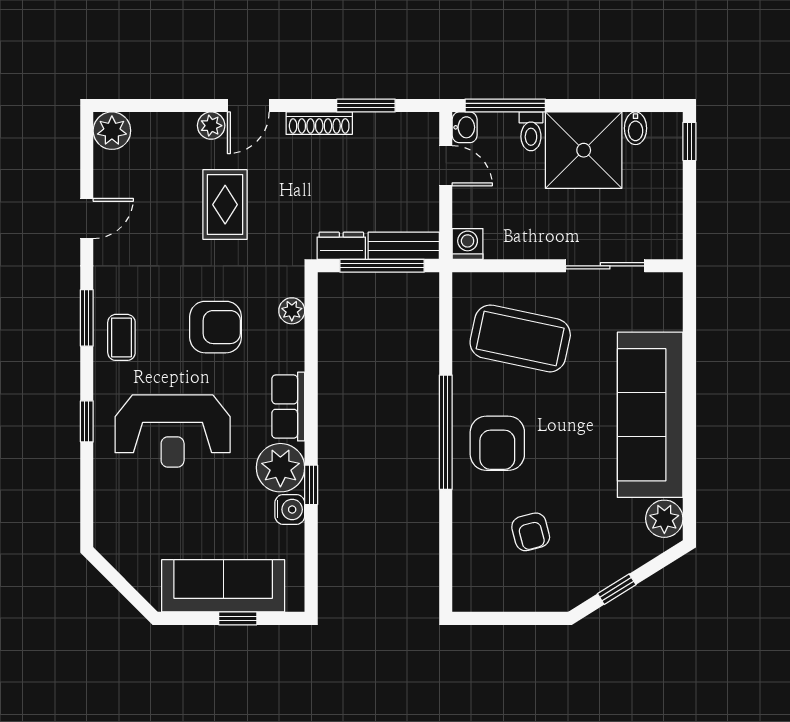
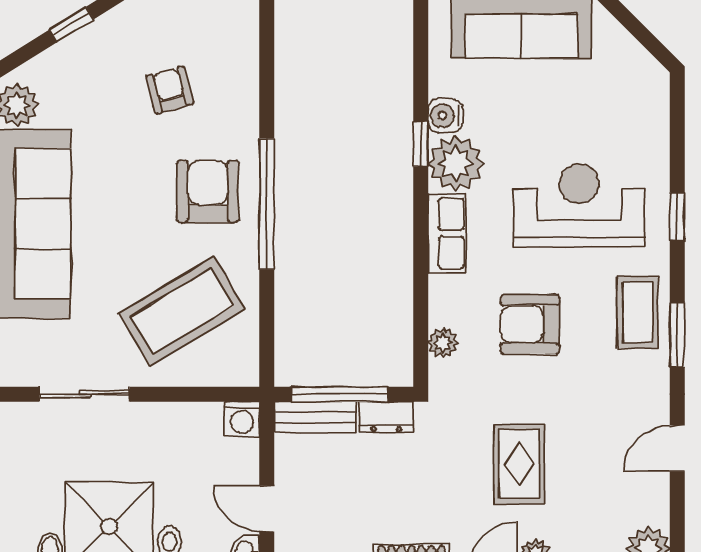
coffee table: (121, 337) -> (638, 312), width x1.36, depth x1.30
coffee table: (520, 338) -> (182, 311), turned -43

